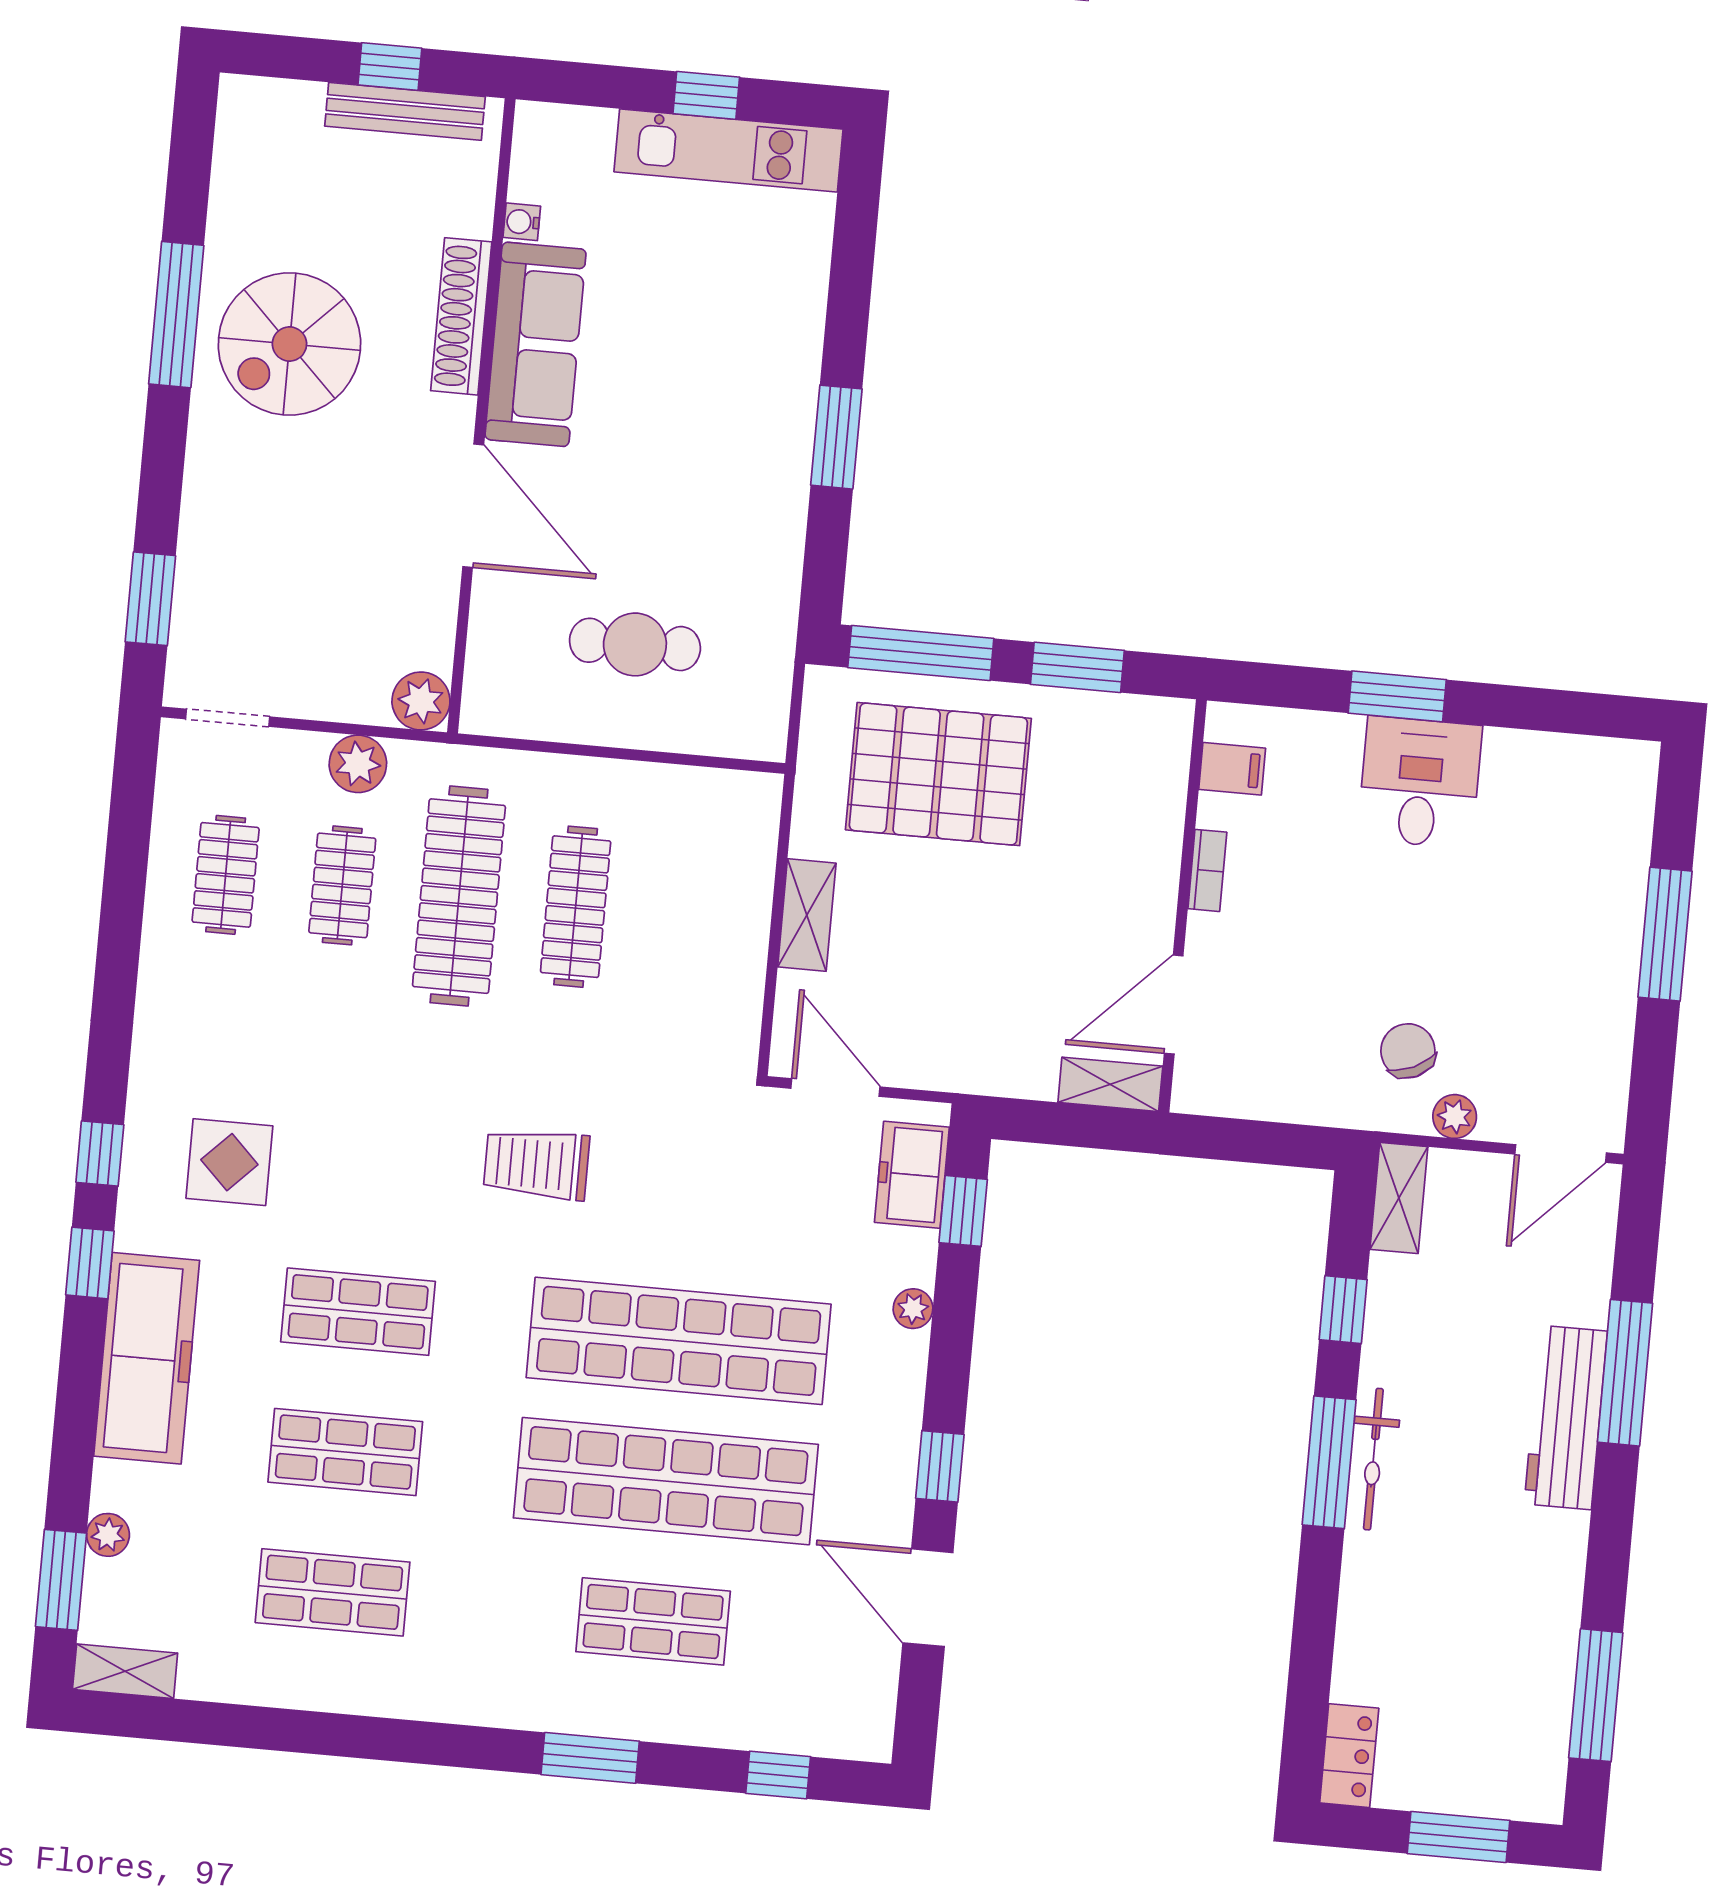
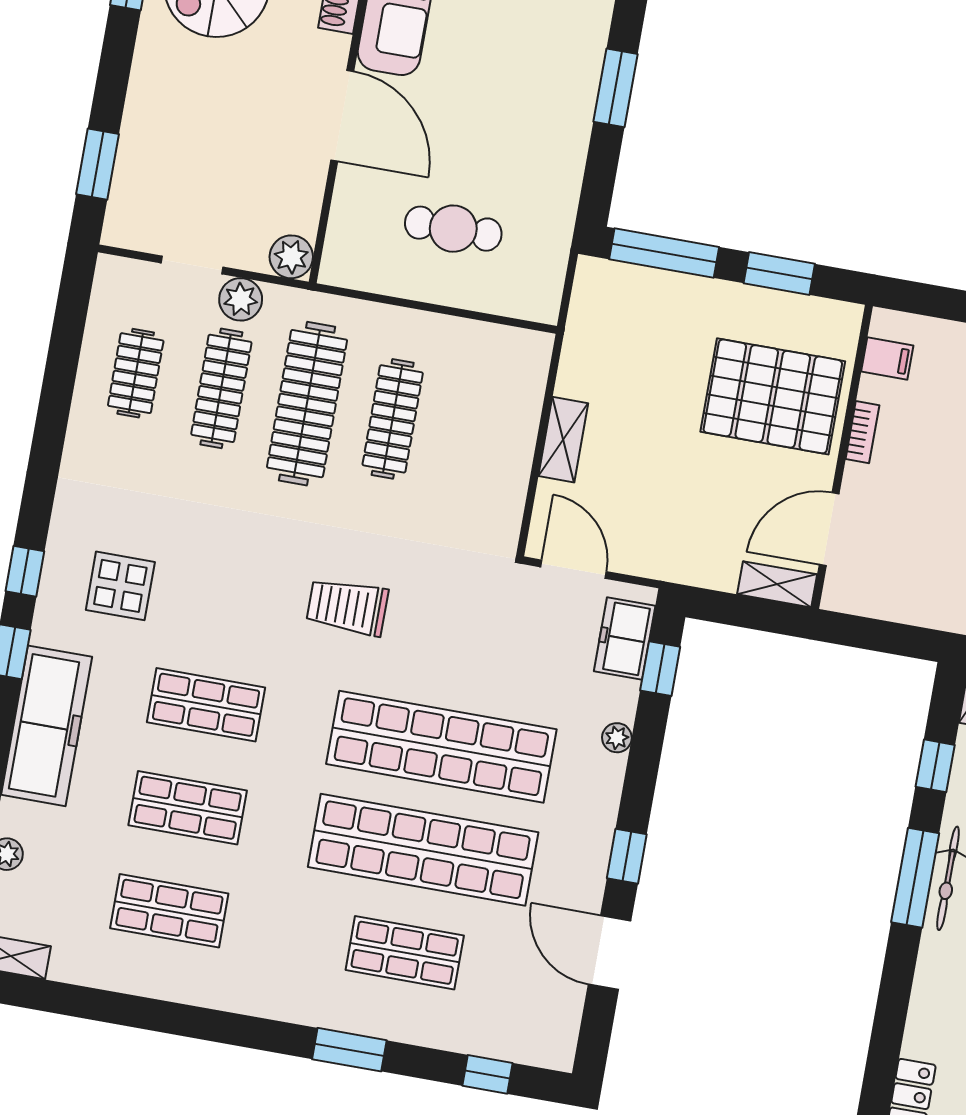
doorway: (228, 718) -> (192, 265), moved
pallet: (938, 774) -> (773, 396), moved
clothes rail: (342, 885) -> (221, 388), width x1.36

